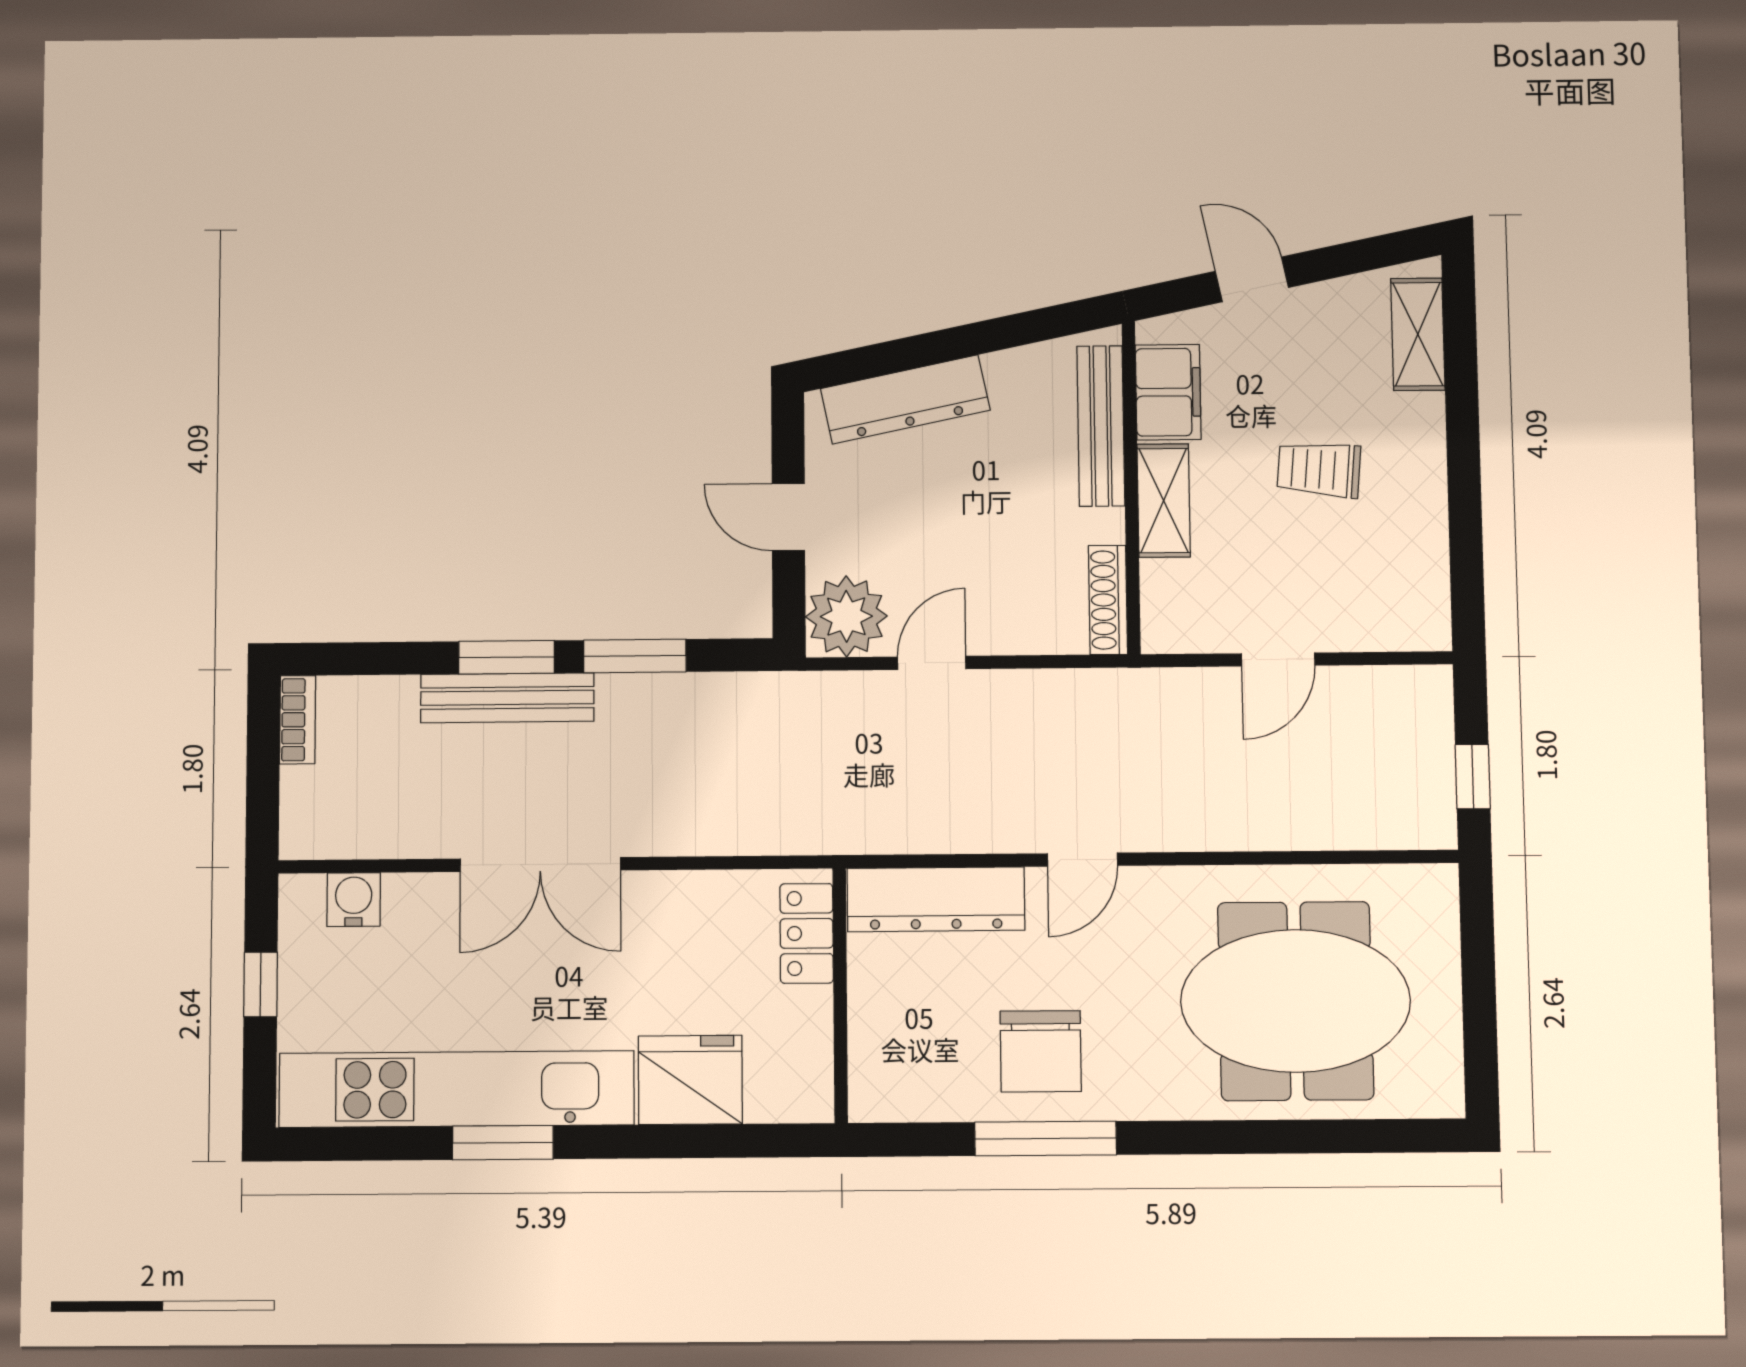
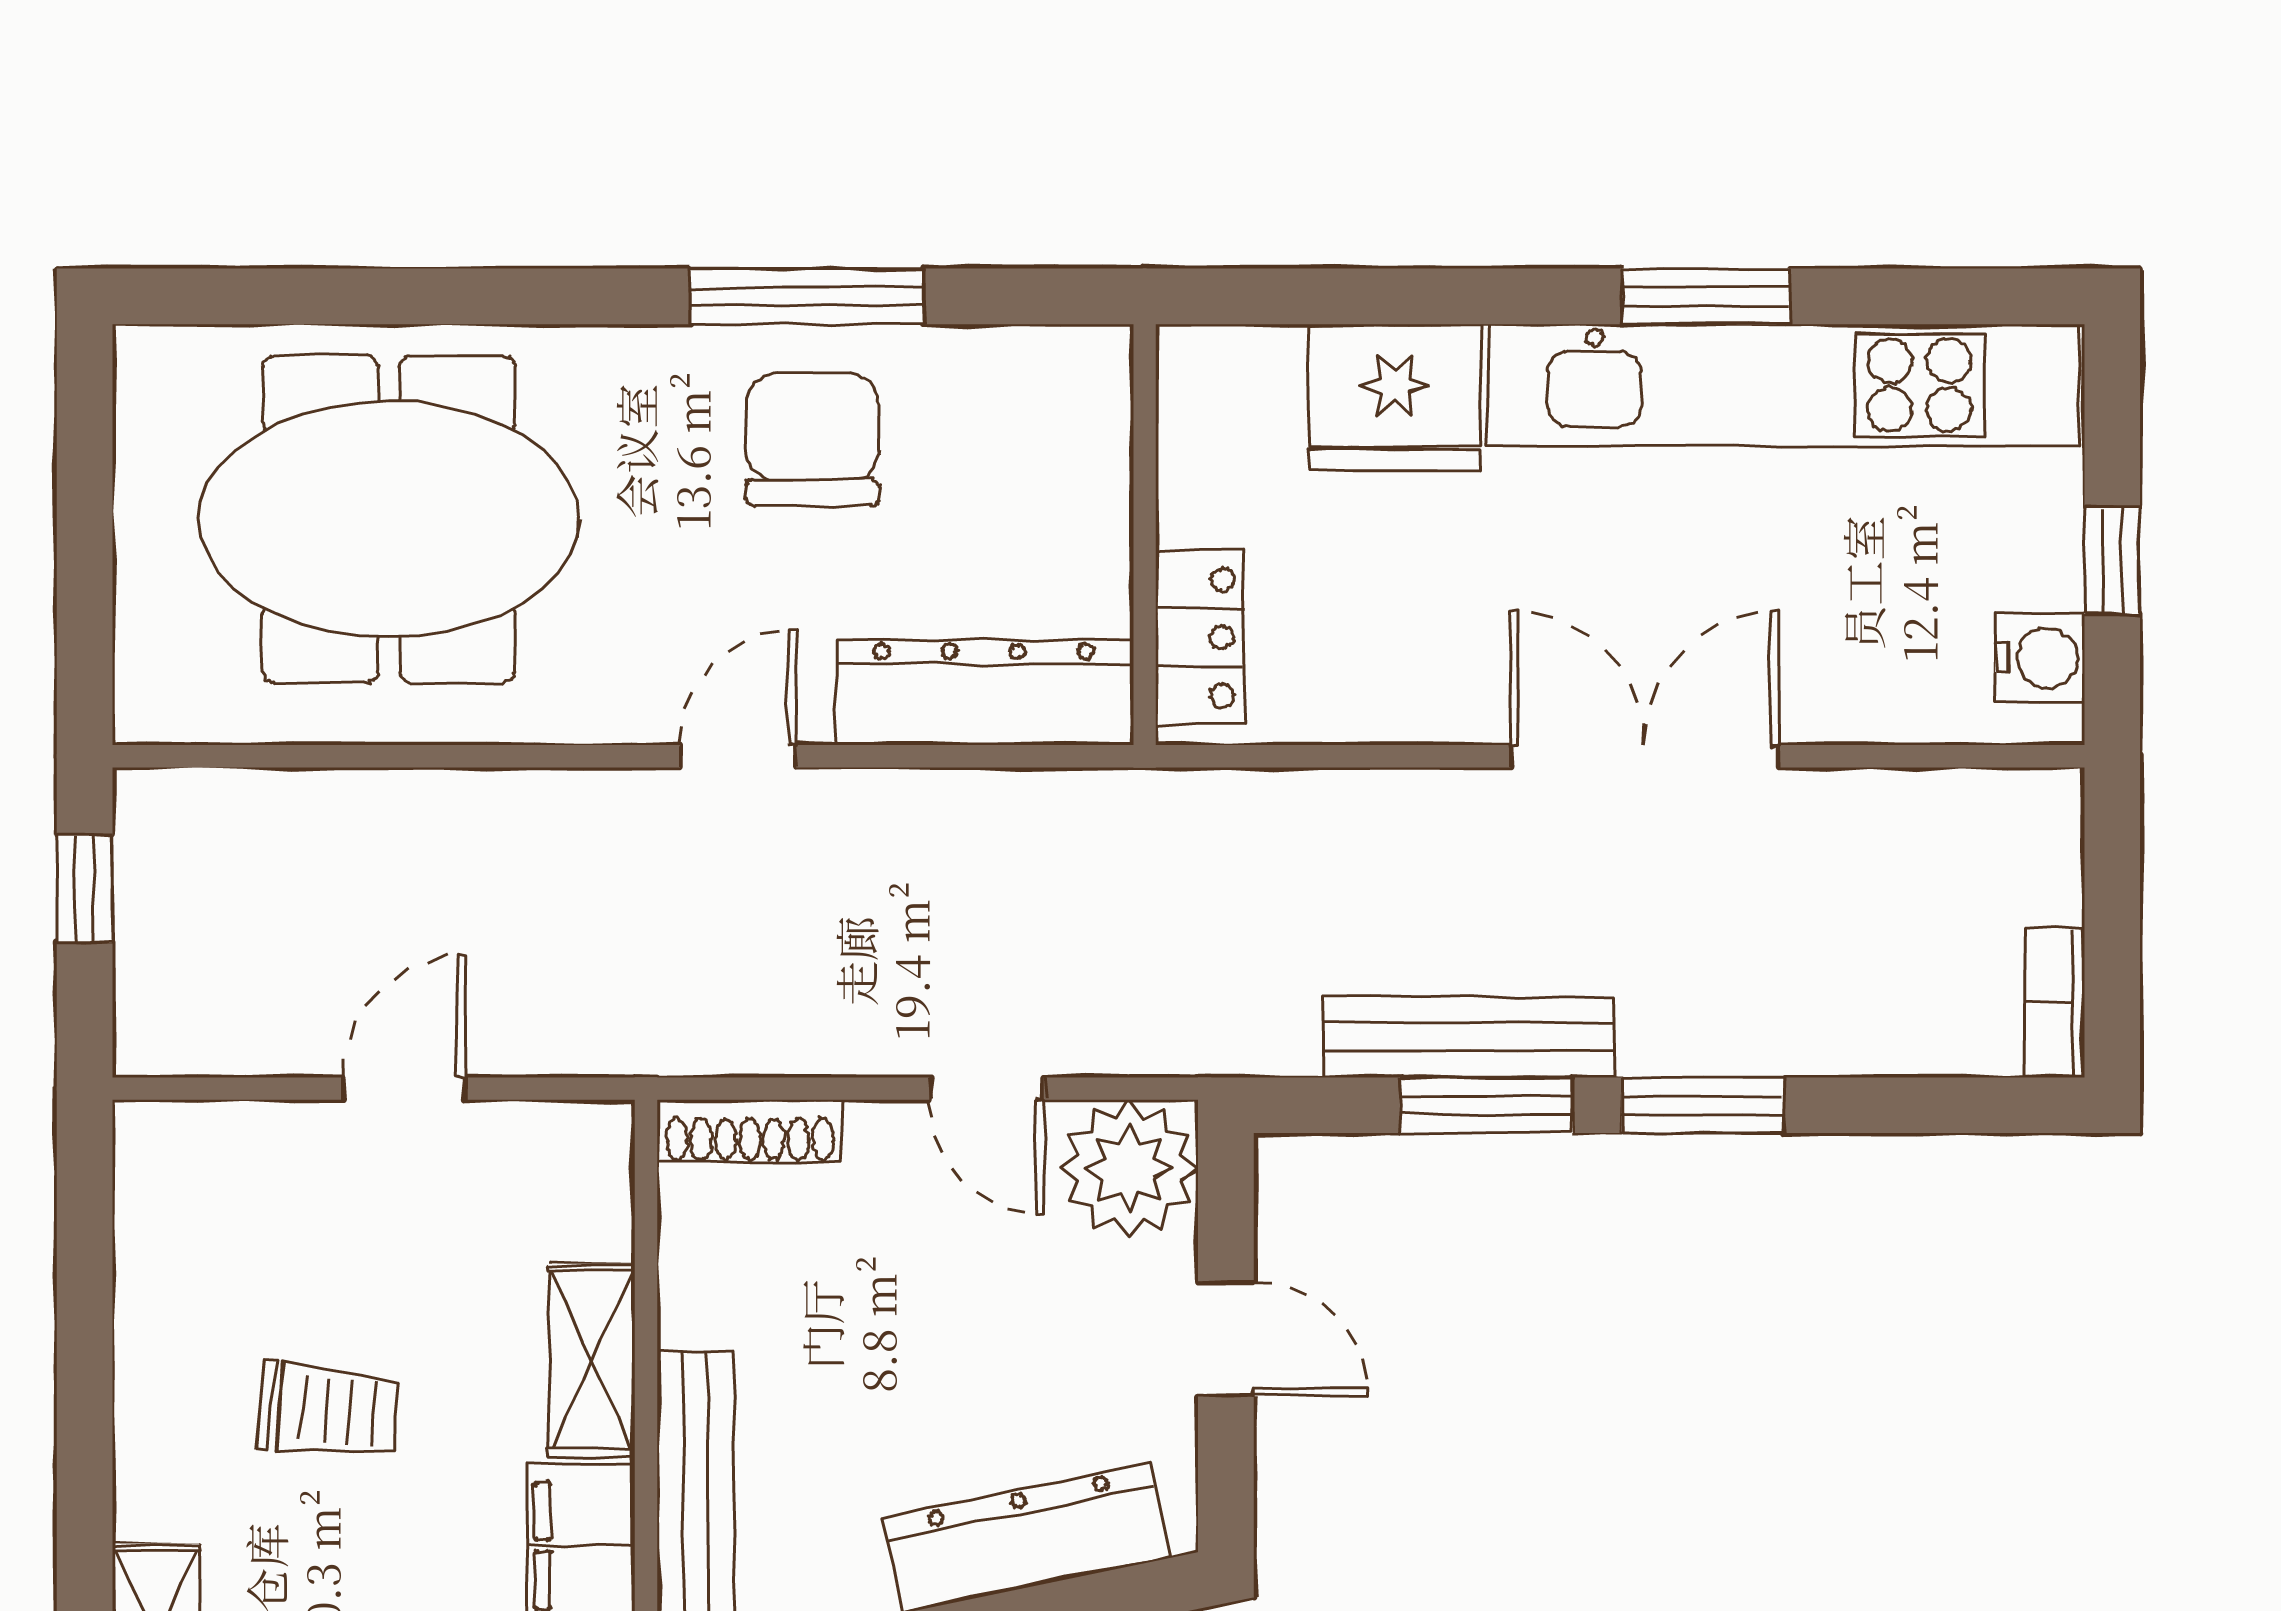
shoe rack: (1108, 600) -> (750, 1131), moved, turned 90
door: (932, 663) -> (987, 1089), hinge flipped
bench: (507, 698) -> (1469, 1037), moved
water cooler: (354, 900) -> (2040, 658), moved, turned -90

